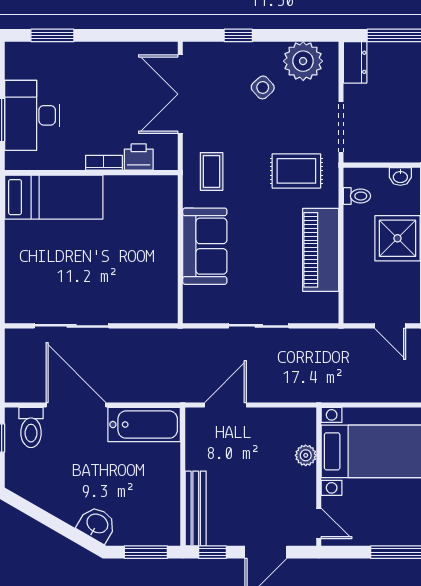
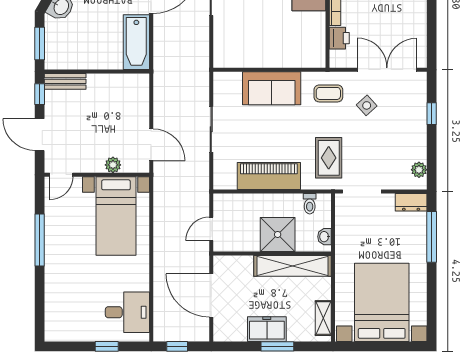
plant: (303, 61) -> (419, 170), width x0.53, depth x0.53
side table: (263, 87) -> (367, 105), moved
door: (225, 405) -> (151, 145), moved
bench: (196, 508) -> (65, 81), width x0.73

